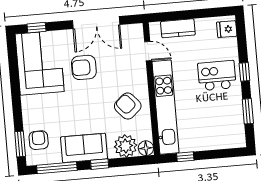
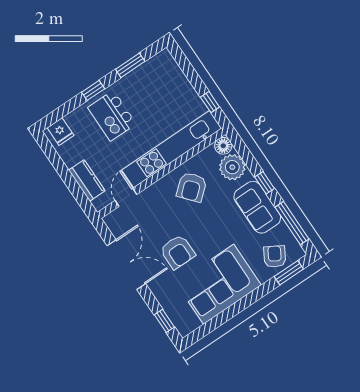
corner sofa: (40, 63) -> (219, 284), moved
armchair: (39, 140) -> (275, 256), turned 120

